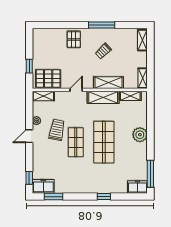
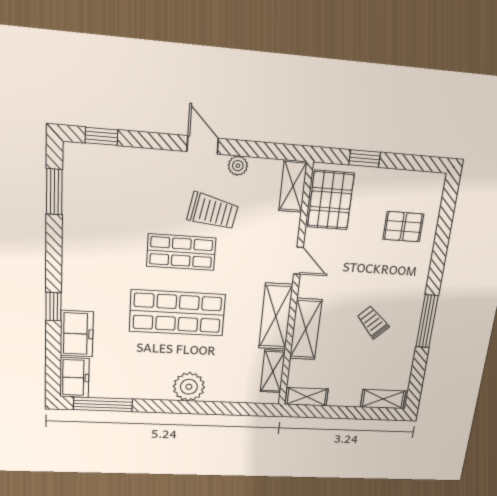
pallet: (74, 39) -> (403, 227), moved
freezer: (43, 186) -> (77, 334), moved

